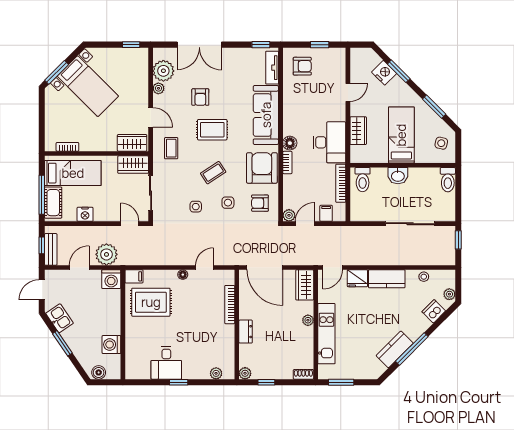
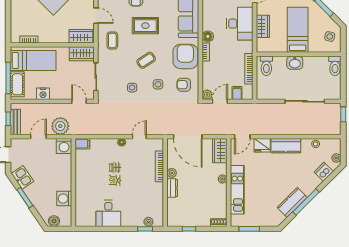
desk: (330, 142) -> (240, 24), moved
rug: (151, 302) -> (96, 164), removed
plant: (245, 373) -> (172, 173), moved
window: (179, 382) -> (145, 229), moved

